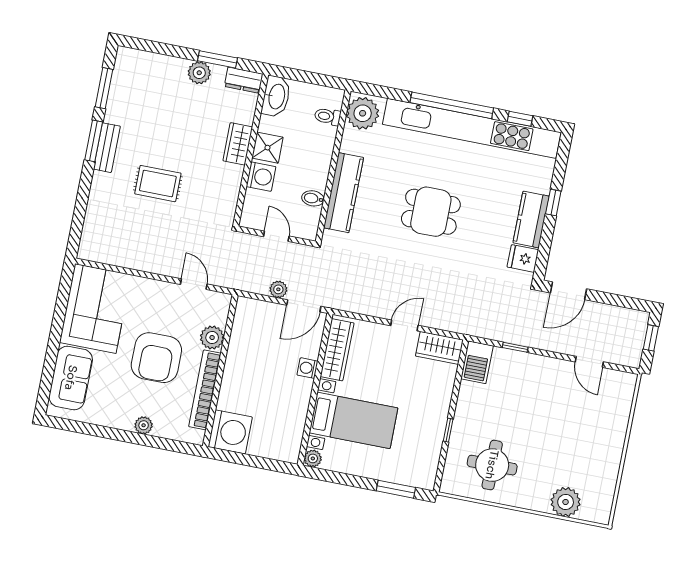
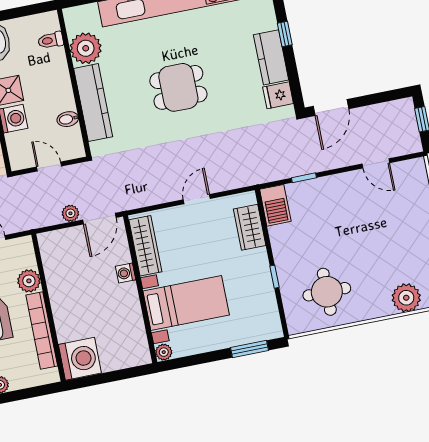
plant: (363, 113) -> (86, 48), moved
wardrobe: (439, 348) -> (250, 227), moved, turned 90

